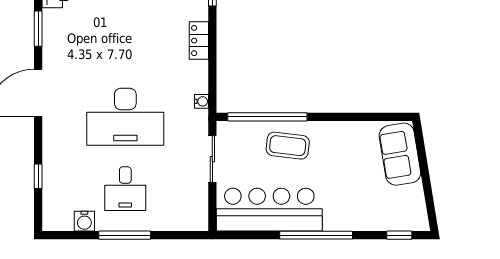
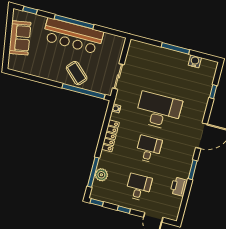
locker: (199, 41) -> (110, 136), width x1.53
coffee table: (288, 146) -> (77, 73), turned 36
sofa: (400, 154) -> (20, 38), moved
desk: (125, 189) -> (149, 149), moved
bar counter: (269, 210) -> (73, 36), moved

